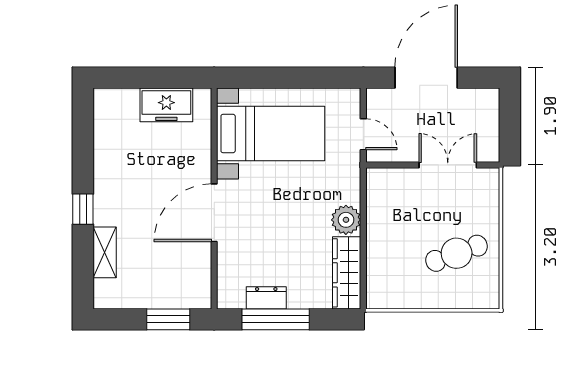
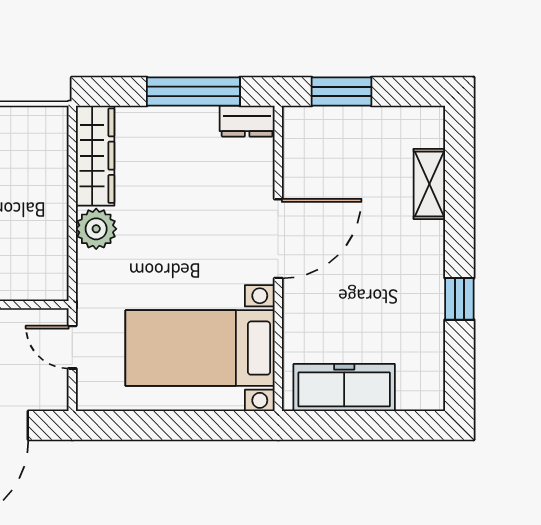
freezer: (166, 105) -> (344, 388), width x1.40
window: (83, 209) -> (459, 299), moved
dresser: (266, 298) -> (247, 121), moved

